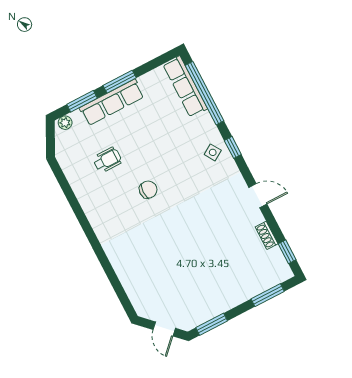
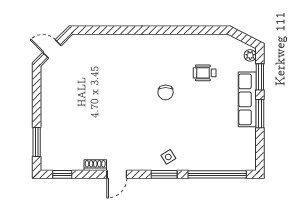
row of seats: (185, 87) -> (230, 162), removed
window: (233, 147) -> (164, 174), width x1.50
wheelchair: (107, 160) -> (205, 73), turned 90
shoe rack: (267, 235) -> (95, 165), moved
window: (212, 324) -> (37, 87), removed

